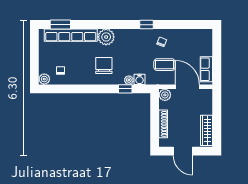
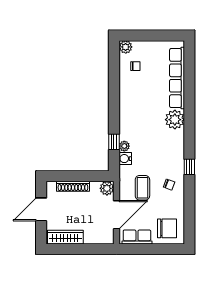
window: (60, 25) -> (189, 66), removed
chair: (104, 66) -> (167, 228), moved

